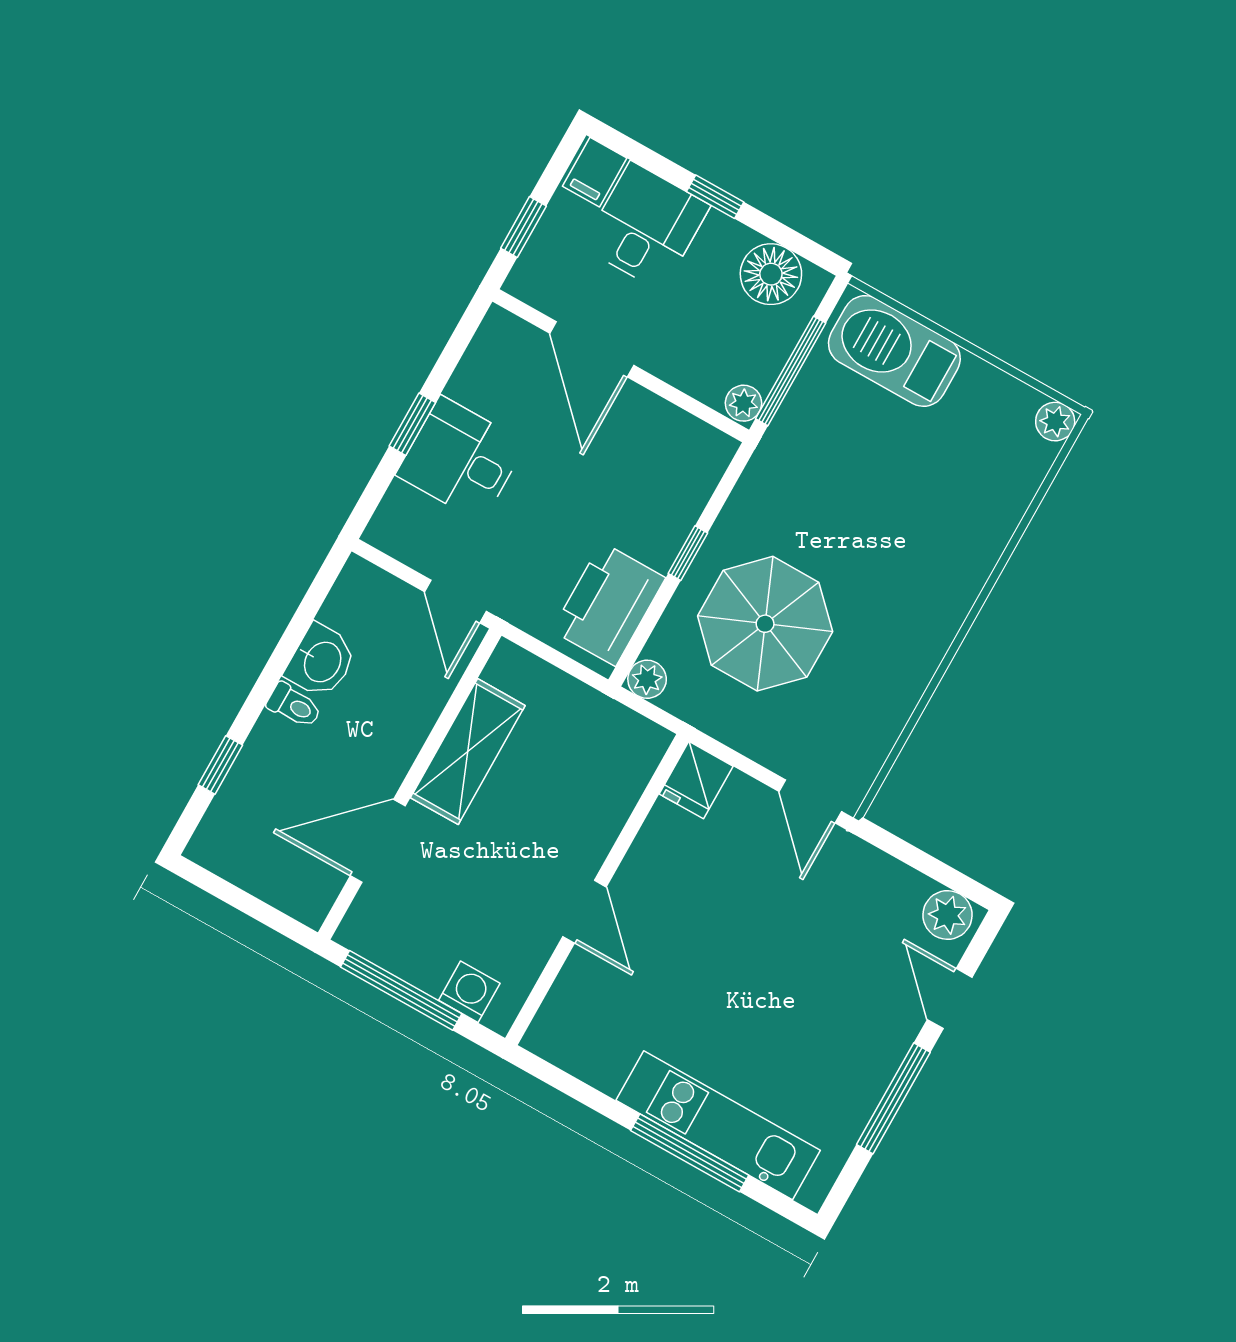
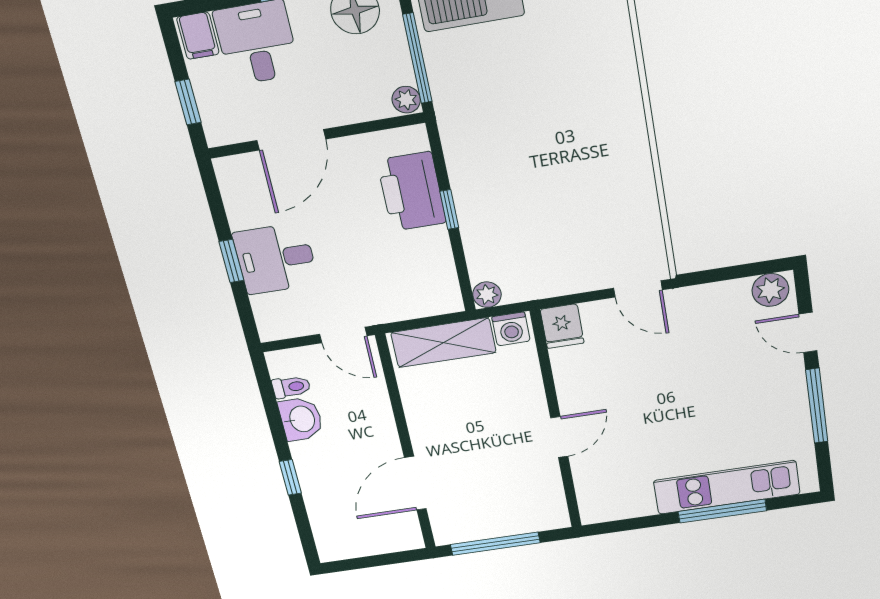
door: (592, 349) -> (291, 140), hinge flipped
printer: (609, 604) -> (412, 191), moved
parasol: (765, 624) -> (528, 214), removed
toilet: (294, 706) -> (291, 387), moved
shelving: (468, 752) -> (443, 343), moved, turned 90
window: (220, 765) -> (290, 477), moved
door: (585, 912) -> (559, 437), hinge flipped
washing machine: (469, 992) -> (511, 329), moved, turned 180

